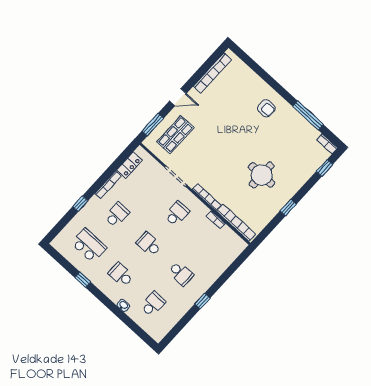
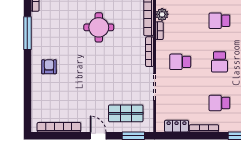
plant: (227, 233) -> (162, 14), added
school desk: (181, 274) -> (219, 21), turned -90

